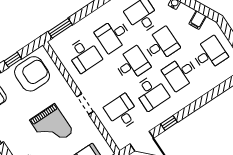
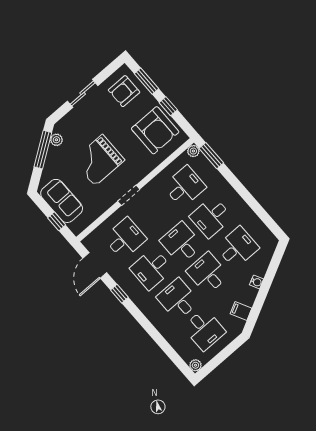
desk: (113, 35) -> (211, 217), turned -90
plant: (54, 43) -> (193, 151), added
desk: (161, 45) -> (208, 273), turned 180
desk: (84, 55) -> (185, 187), turned 180
desk: (132, 64) -> (181, 243), turned 180

